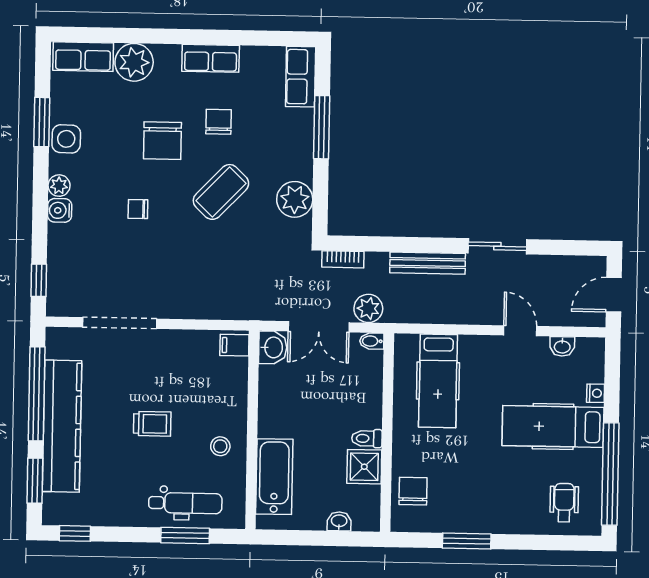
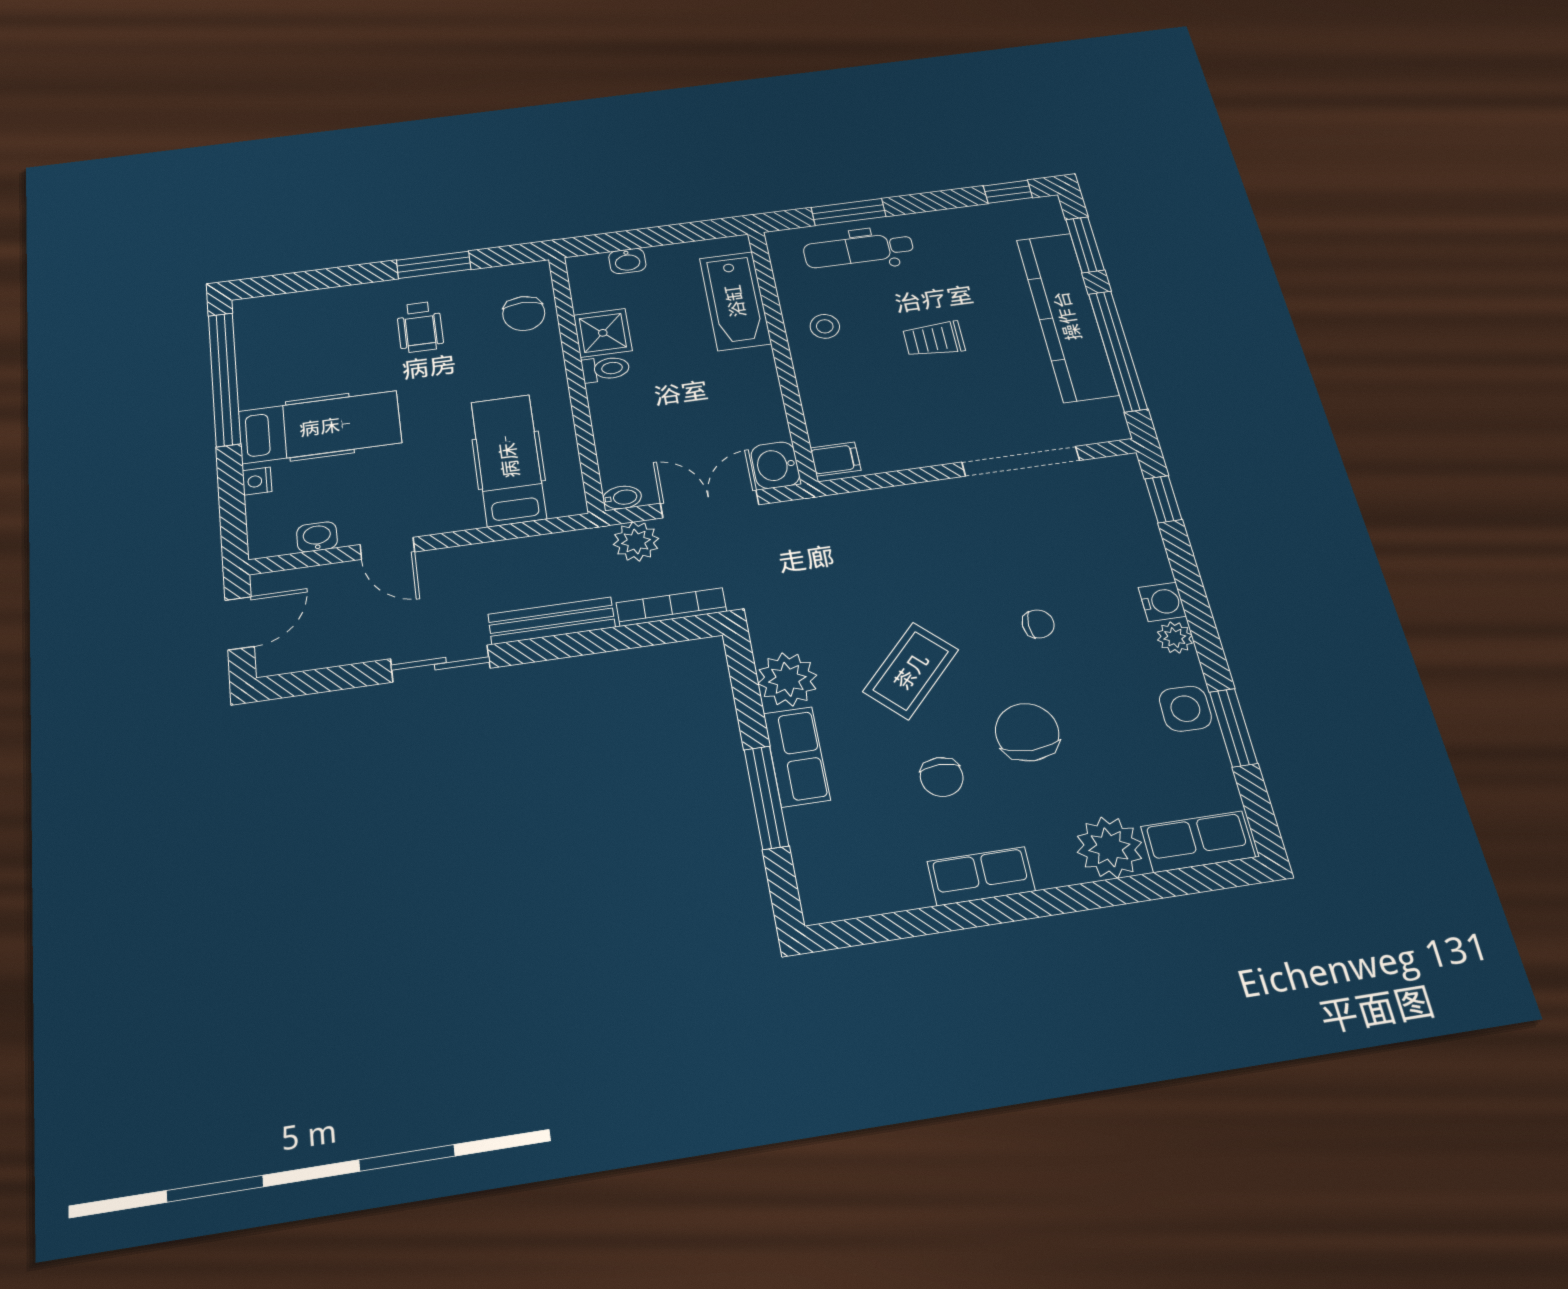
row of seats: (301, 77) -> (797, 757), moved
bookcase: (343, 259) -> (671, 607), width x1.56
wheelchair: (564, 503) -> (420, 327), moved

